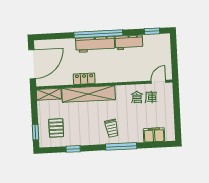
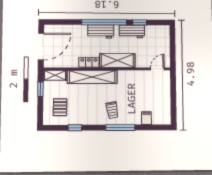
window: (152, 31) -> (140, 22), moved
workbench: (95, 44) -> (101, 32), width x0.73
shelving: (115, 75) -> (117, 60), added
window: (35, 132) -> (40, 89), moved
filing cabinet: (154, 135) -> (146, 118), width x0.50

